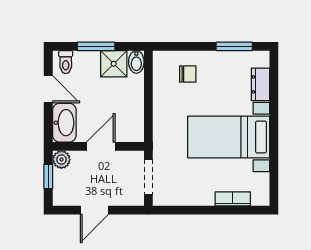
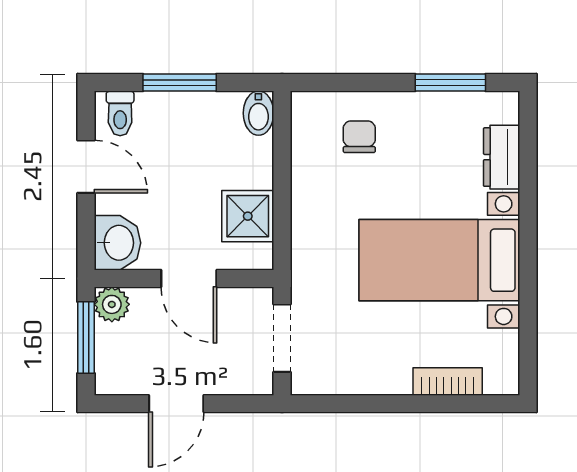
shower: (114, 64) -> (248, 216), moved
chair: (188, 74) -> (359, 137), turned -90
washbasin: (64, 123) -> (117, 243), width x0.72
door: (101, 146) -> (189, 279), swing flipped
window: (48, 176) -> (86, 338), width x1.50

